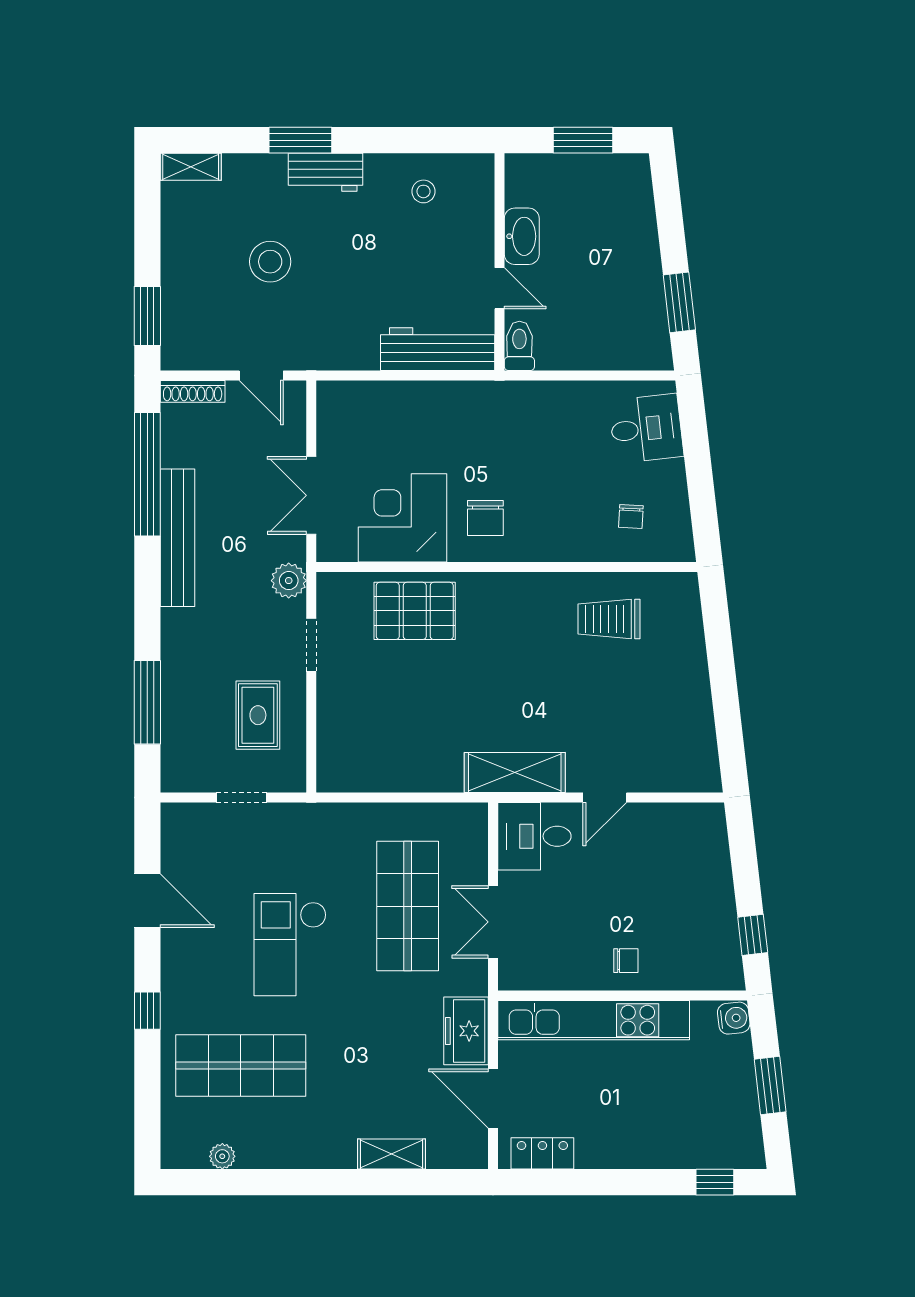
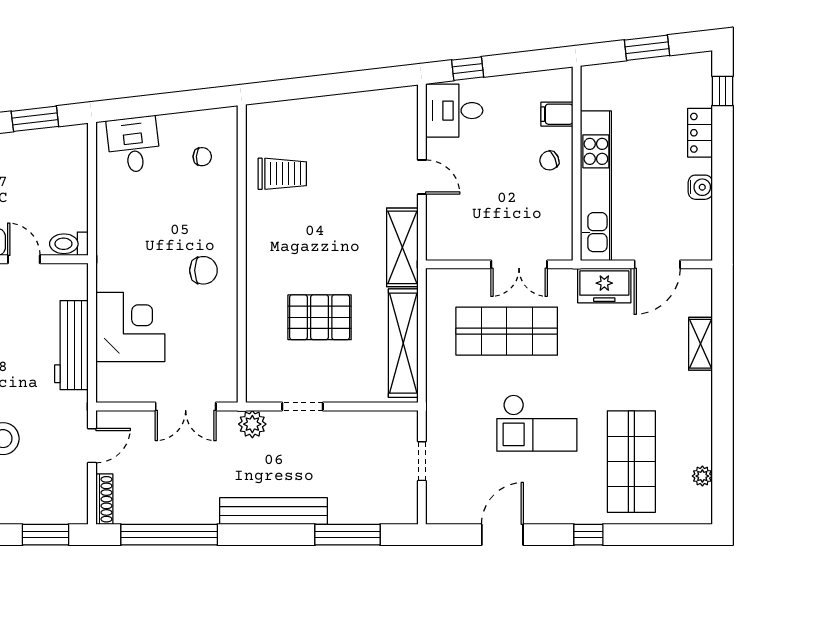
door: (500, 288) -> (24, 259), hinge flipped
workbench: (438, 349) -> (71, 345), moved
corner desk: (402, 518) -> (130, 327), moved, turned 180
bench: (177, 538) -> (274, 511), moved
pallet: (415, 611) -> (320, 317), moved, turned 90
trolley: (609, 619) -> (282, 174), turned -90
rug: (258, 715) -> (358, 448), removed
shelving: (392, 774) -> (403, 343), added
desk: (534, 836) -> (454, 111), moved, turned 90
window: (753, 935) -> (468, 69), moved
chair: (626, 961) -> (549, 161), turned -114
filing cabinet: (685, 970) -> (557, 114), added
water cooler: (734, 1018) -> (700, 187), moved, turned 97
locker: (542, 1153) -> (700, 133), moved

